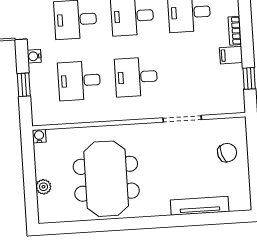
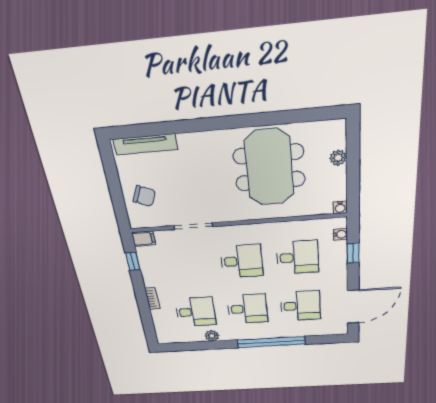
filing cabinet: (231, 55) -> (144, 239), moved
water cooler: (34, 56) -> (340, 234), moved
chair: (227, 153) -> (144, 196), turned -139
tv unit: (200, 206) -> (145, 144), moved

